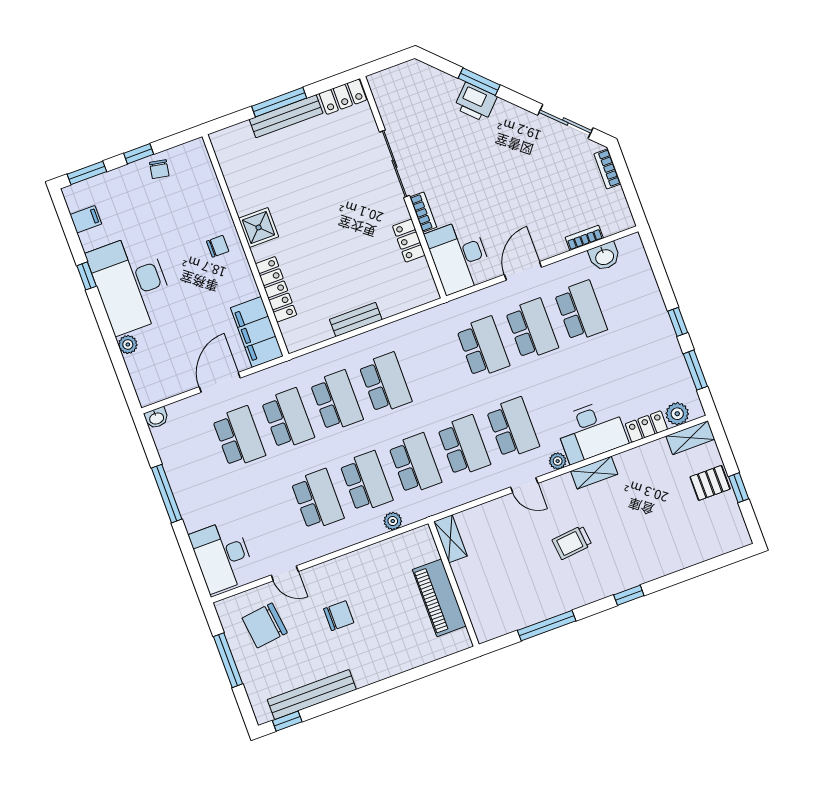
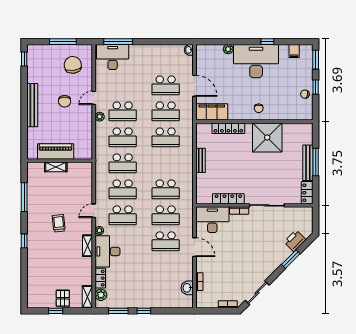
printer: (476, 102) -> (295, 241), moved
shower: (259, 227) -> (267, 137), width x1.86, depth x1.86
locker: (409, 241) -> (228, 199), width x1.53
school desk: (581, 311) -> (166, 267), removed
school desk: (385, 383) -> (166, 189), moved
window: (167, 494) -> (118, 42), moved
plant: (393, 521) -> (100, 117), moved
shelving: (450, 539) -> (56, 167), moved
door: (285, 573) -> (94, 98), moved
bench: (312, 694) -> (32, 105), moved

